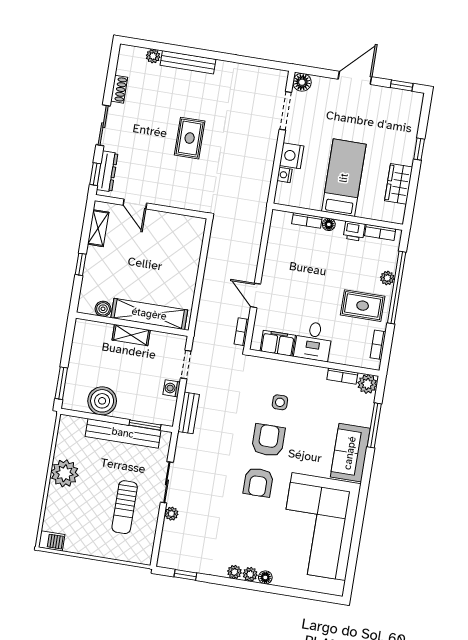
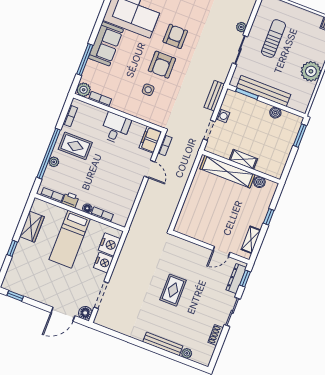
door: (355, 78) -> (63, 314), moved
nightstand: (284, 175) -> (109, 244), width x1.89, depth x1.79
door: (135, 204) -> (221, 251), swing flipped
filing cabinet: (278, 343) -> (150, 140), moved, turned 90
boiler: (102, 401) -> (275, 113), width x0.54, depth x0.54

